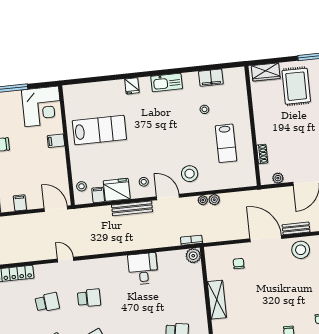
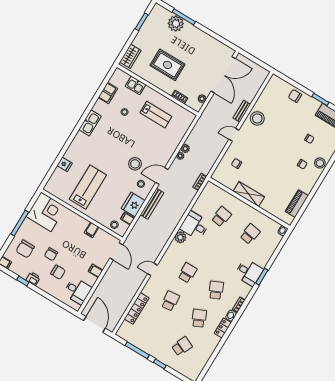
fridge: (132, 86) -> (65, 164), moved
rug: (296, 86) -> (168, 65), moved
kitchen sink: (240, 100) -> (136, 85), added
filing cabinet: (56, 141) -> (92, 230), moved
stool: (190, 174) -> (135, 164), moved
door: (56, 209) -> (116, 251), swing flipped
door: (266, 239) -> (234, 135), width x0.53
plant: (193, 256) -> (180, 237), moved
school desk: (173, 289) -> (221, 217), added

